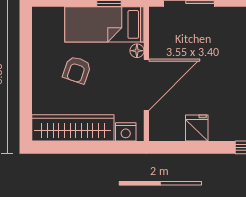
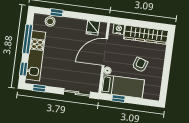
fridge: (197, 128) -> (93, 28), moved

